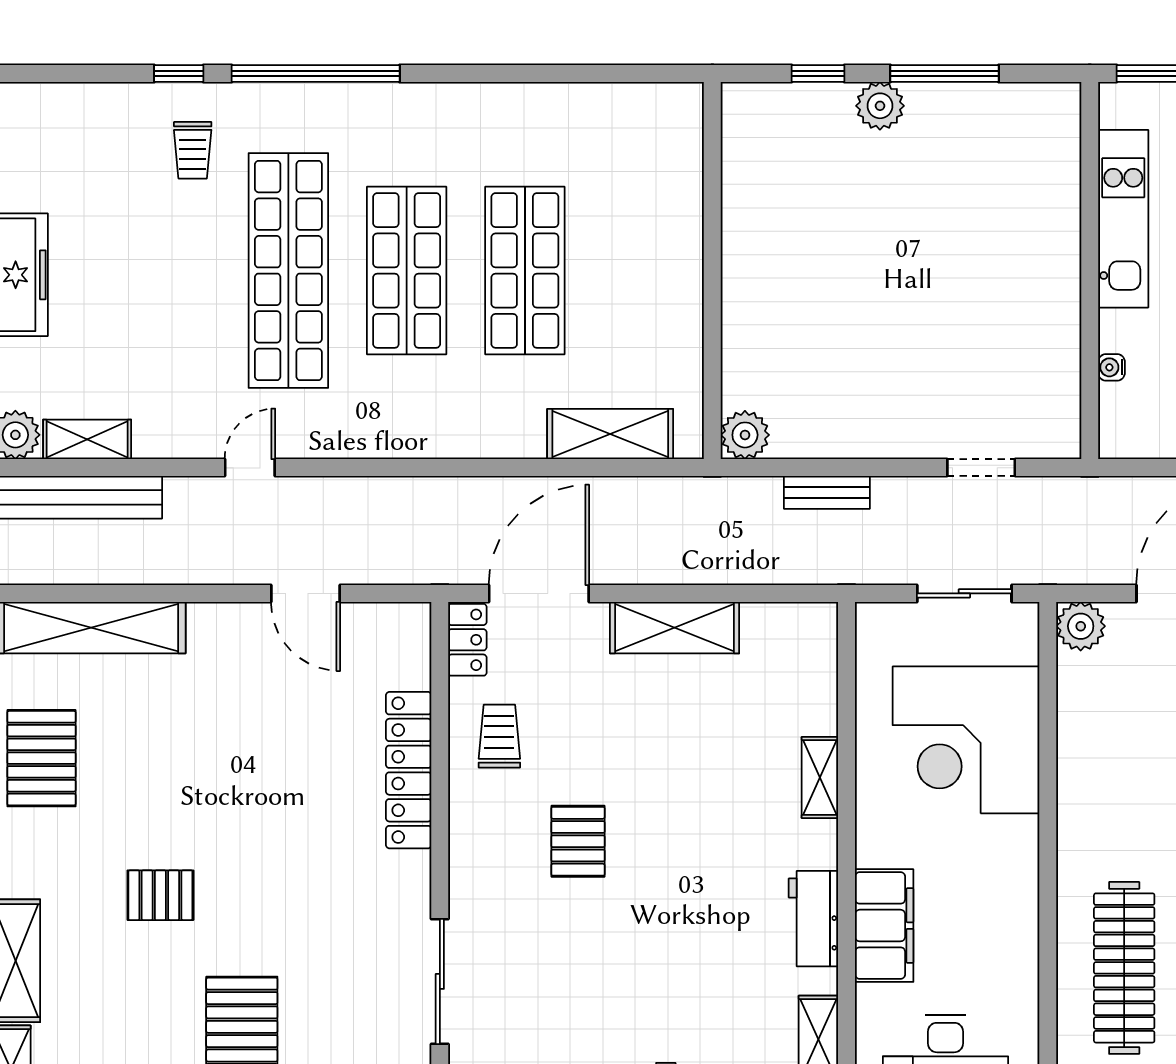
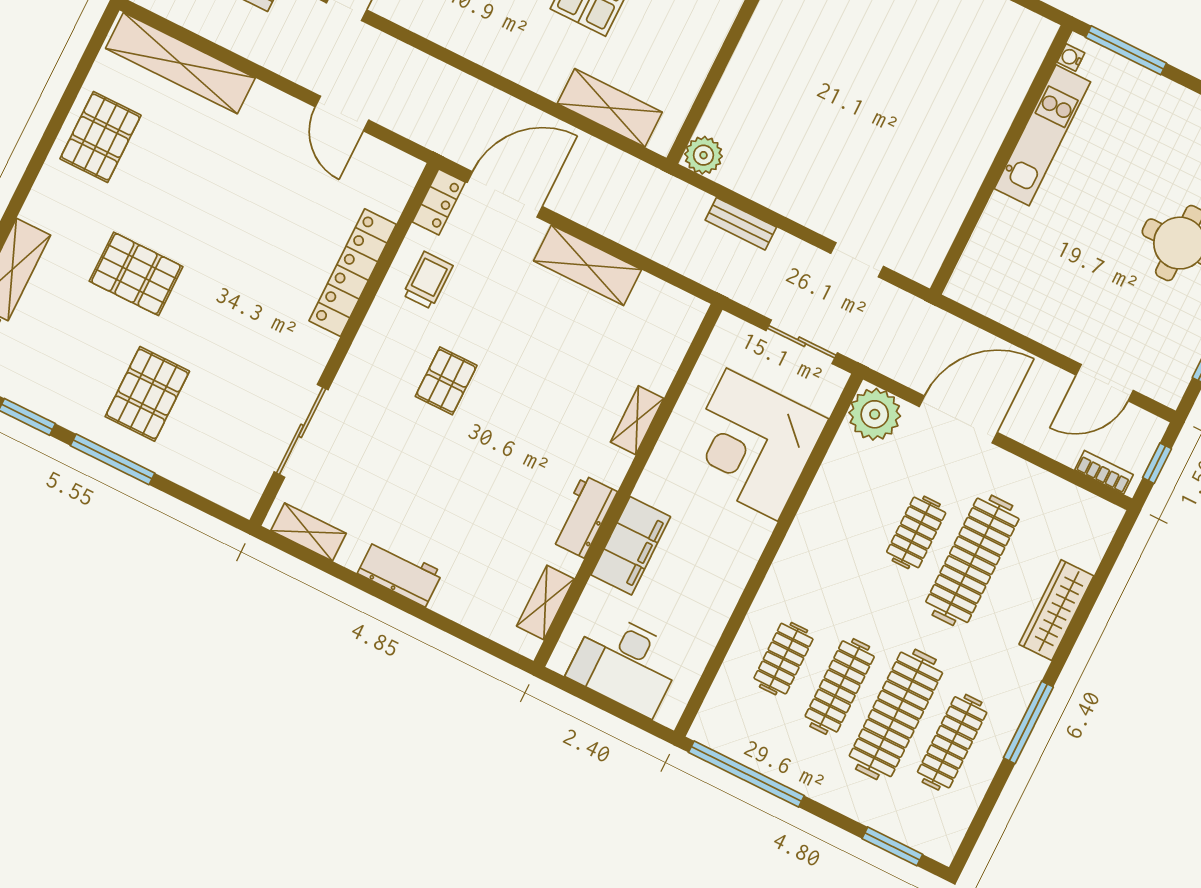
water cooler: (1112, 367) -> (1071, 57), moved
plant: (1081, 626) -> (875, 414), width x1.36, depth x1.36
pallet: (160, 895) -> (136, 274), width x1.50, depth x1.42
clothes rail: (1124, 968) -> (784, 659), width x0.54, depth x0.76

